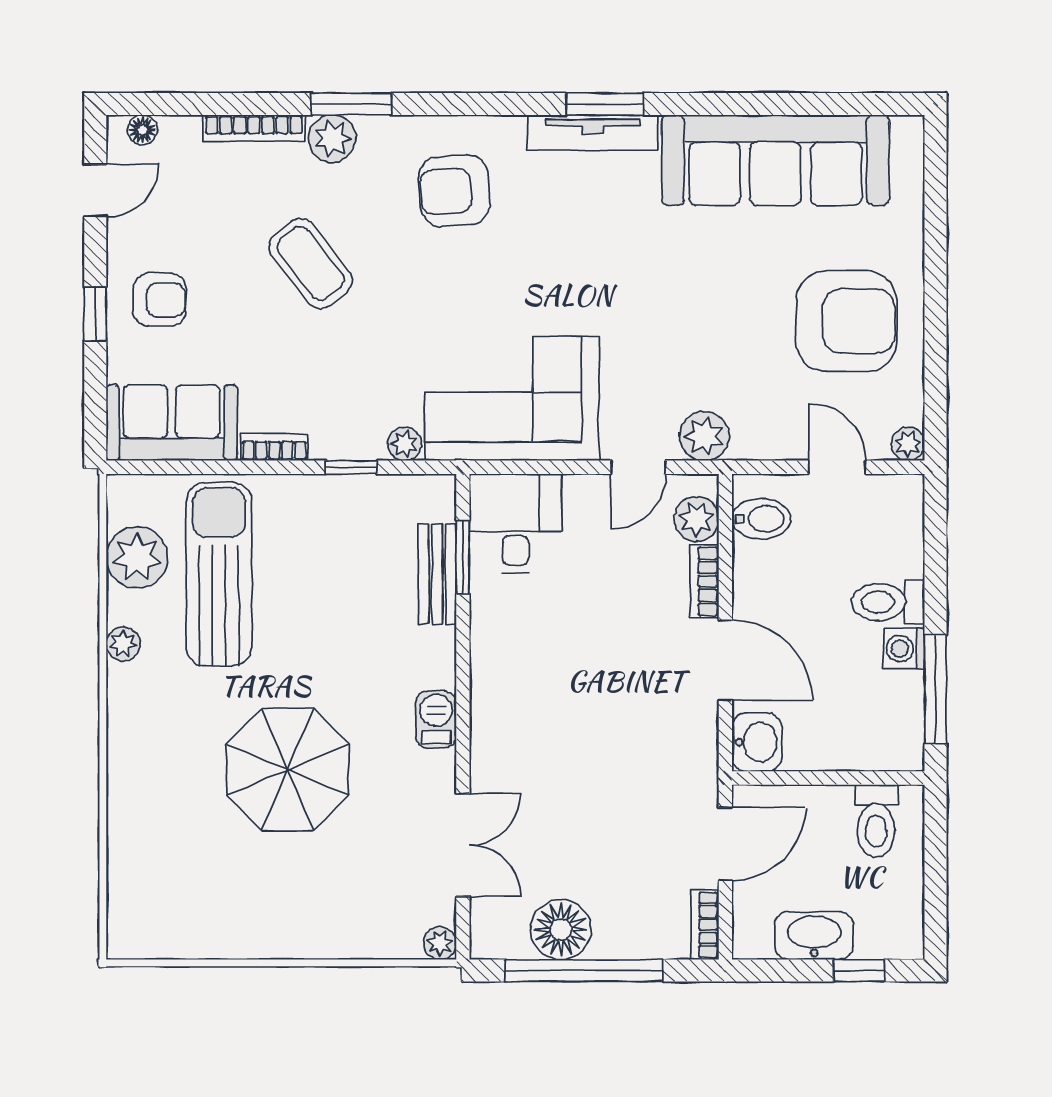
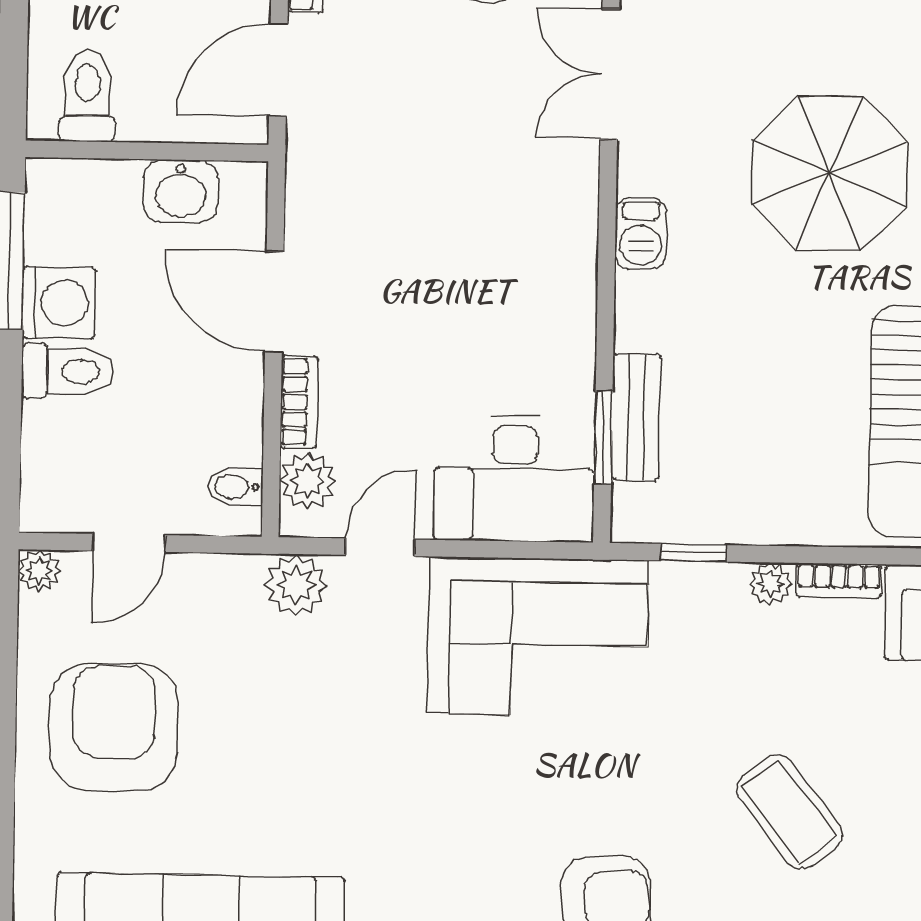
armchair: (847, 321) -> (114, 727), turned 90
plant: (405, 444) -> (770, 584), moved
window: (351, 467) -> (694, 553), moved
door: (837, 467) -> (129, 543), hinge flipped
bidet: (761, 519) -> (235, 487), width x0.72, depth x0.74
desk: (516, 524) -> (514, 479), width x1.37
washing machine: (904, 649) -> (59, 303), width x1.38, depth x1.38
washbasin: (757, 742) -> (181, 191), moved, turned -90

